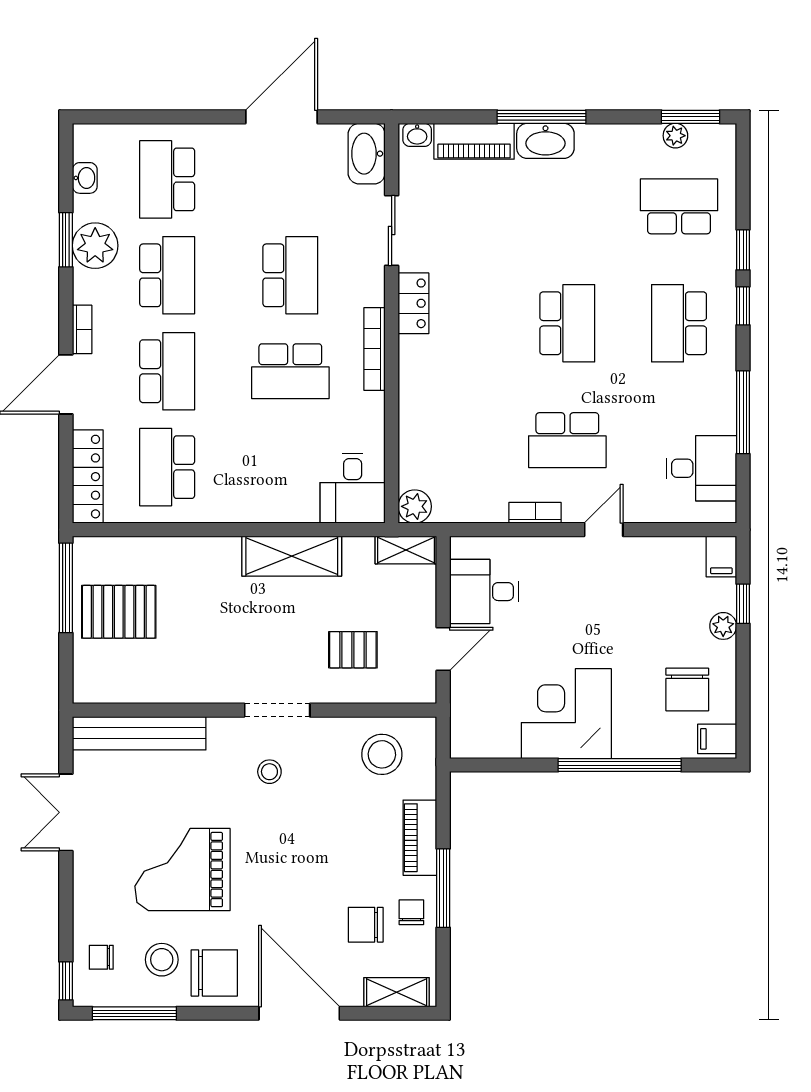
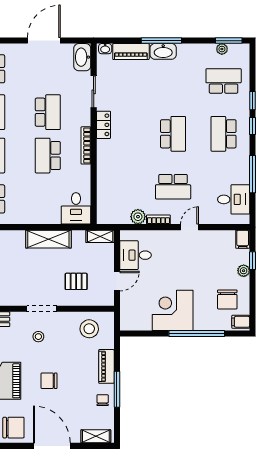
school desk: (290, 371) -> (48, 156), turned 90
plant: (415, 506) -> (138, 217), moved
chair: (366, 925) -> (49, 381), moved

